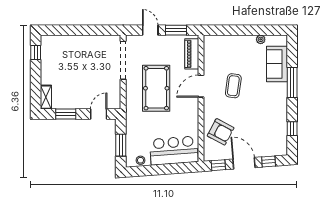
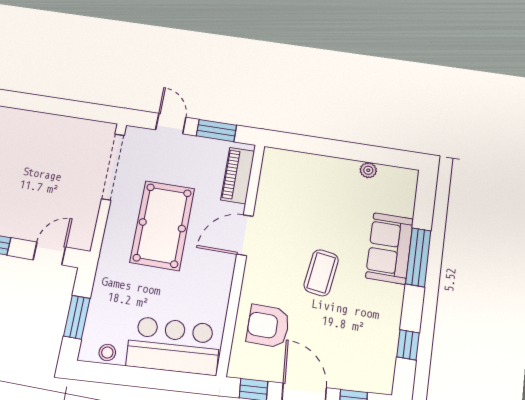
sofa: (277, 64) -> (390, 248), moved
coffee table: (233, 86) -> (321, 273), moved
armchair: (221, 132) -> (268, 326), turned 152

